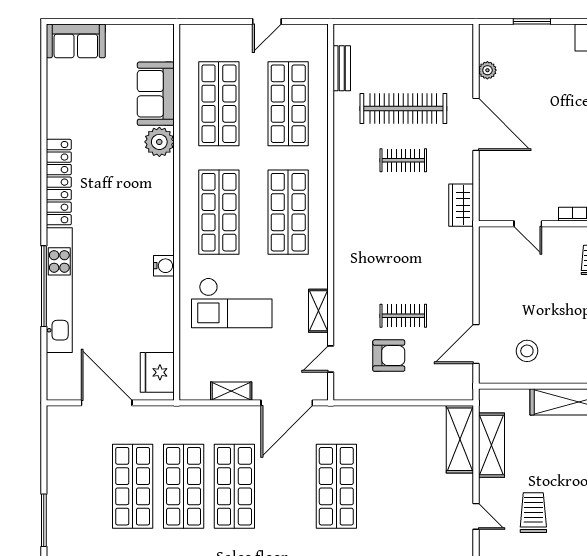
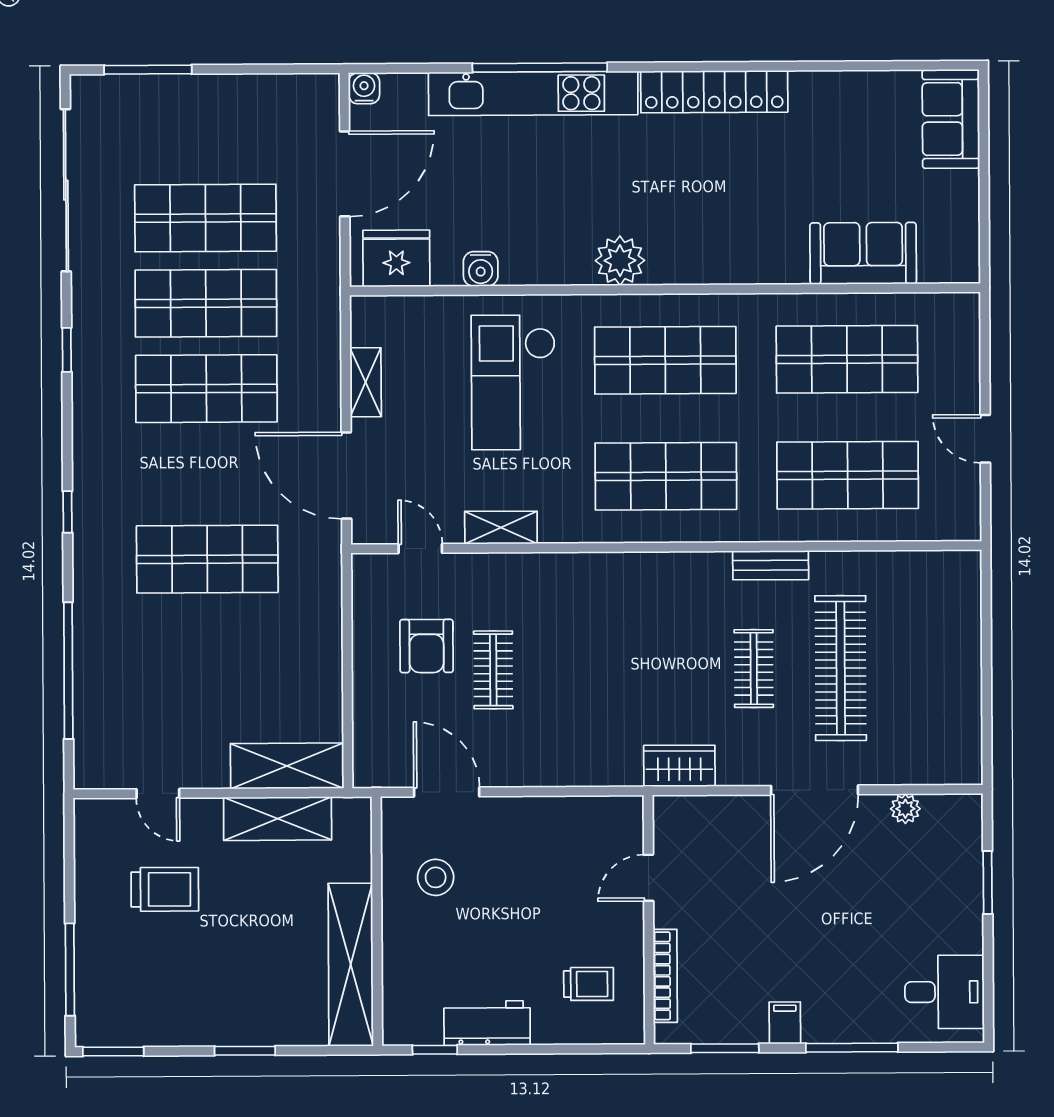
bench: (342, 68) -> (771, 565), moved
plant: (159, 142) -> (620, 261), moved
water cooler: (164, 266) -> (481, 269), moved
water cooler: (56, 391) -> (364, 88), added
door: (476, 516) -> (158, 793), hinge flipped

